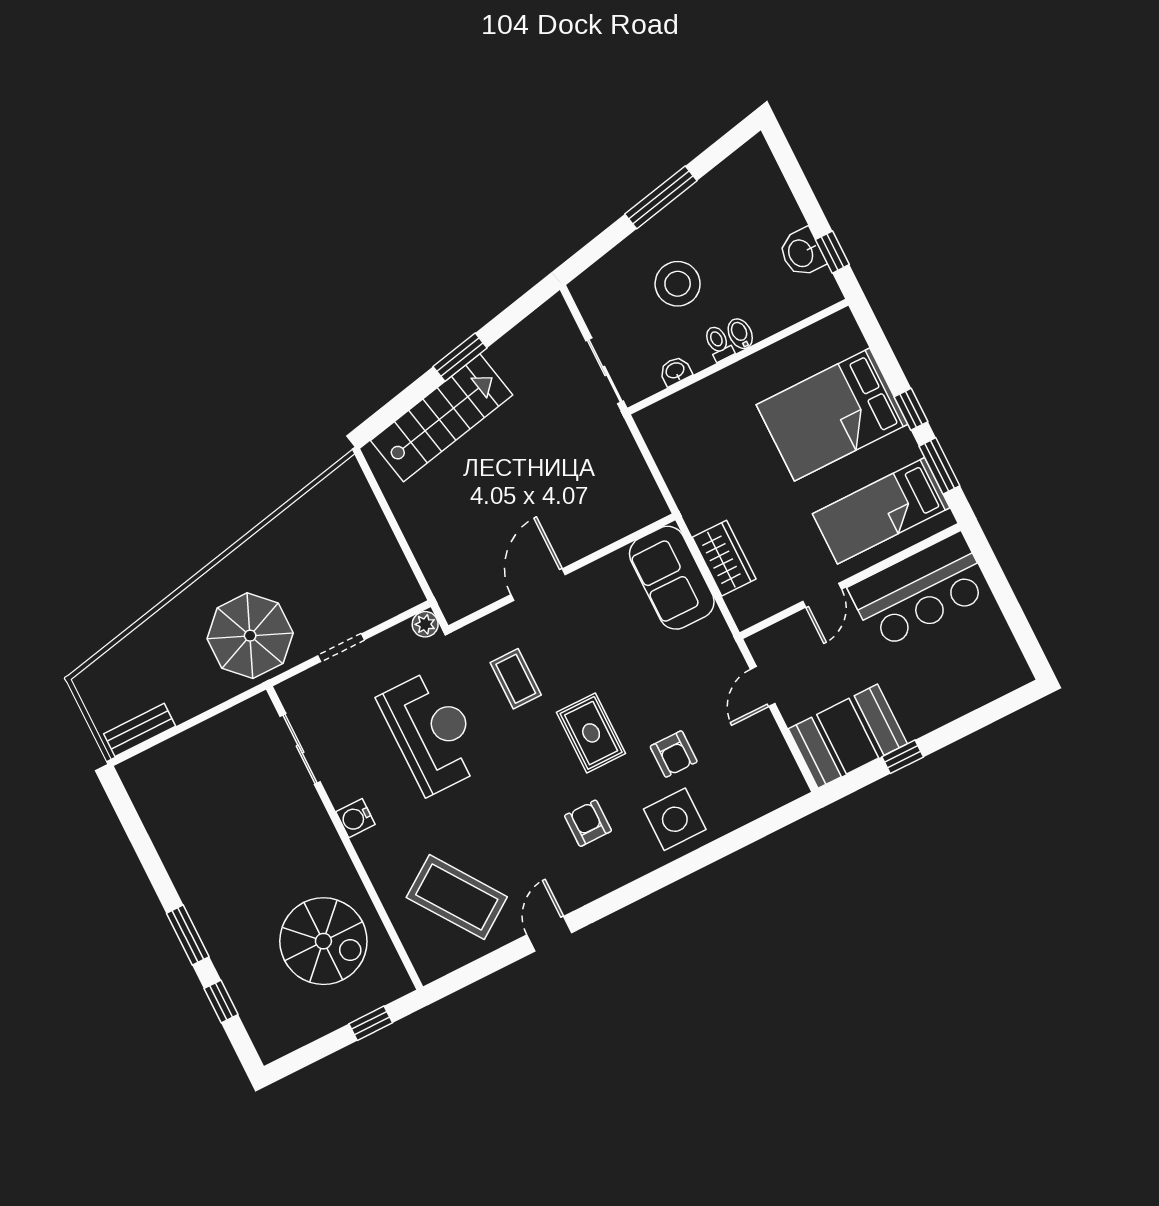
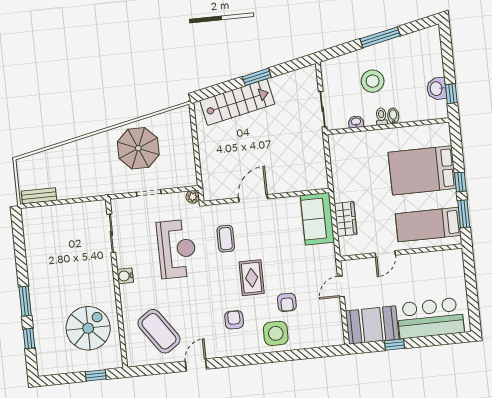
bar counter: (920, 590) -> (430, 318), moved, turned 180
parasol: (250, 636) -> (138, 148), moved
spiral stairs: (323, 941) -> (88, 328), turned -90

